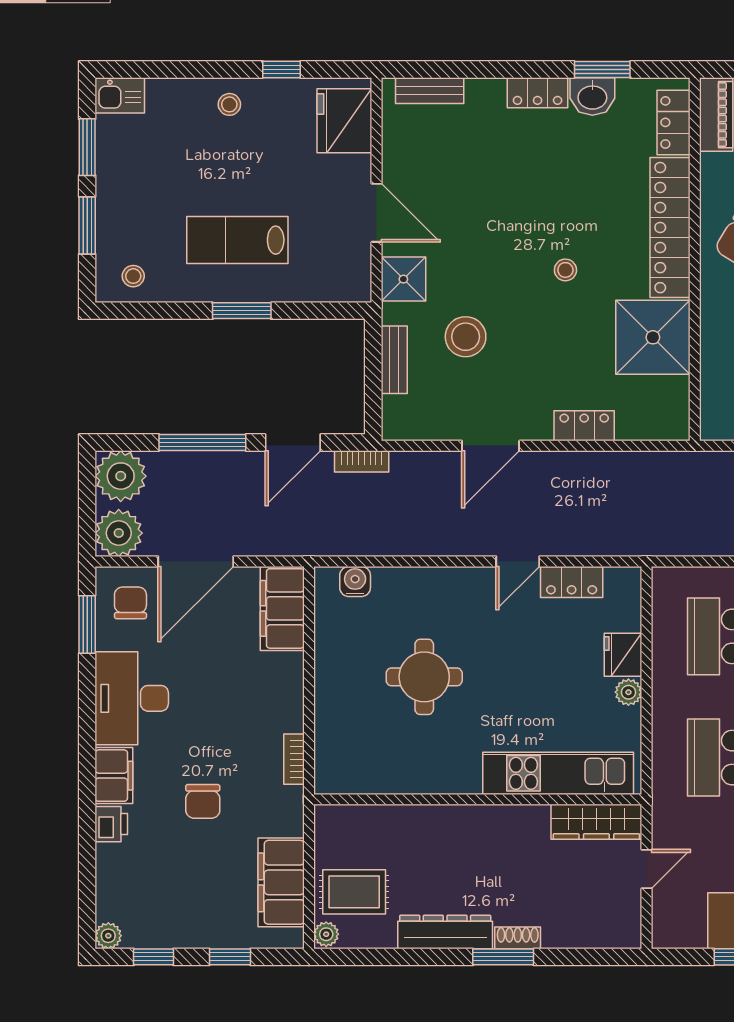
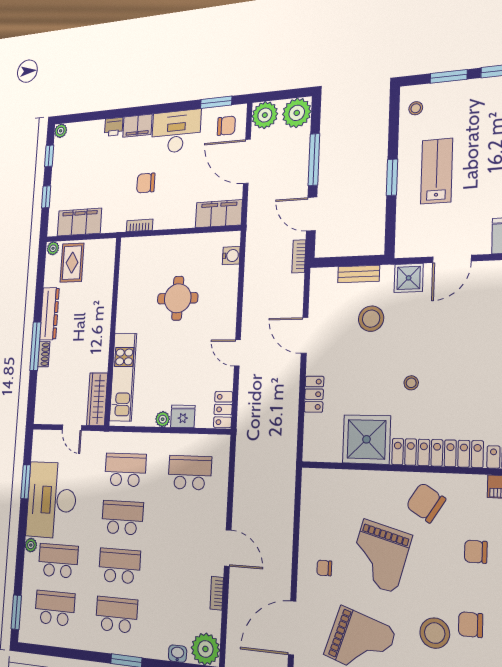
locker: (572, 582) -> (223, 409), moved
chair: (203, 801) -> (146, 183), moved
window: (503, 957) -> (35, 346), width x1.44

